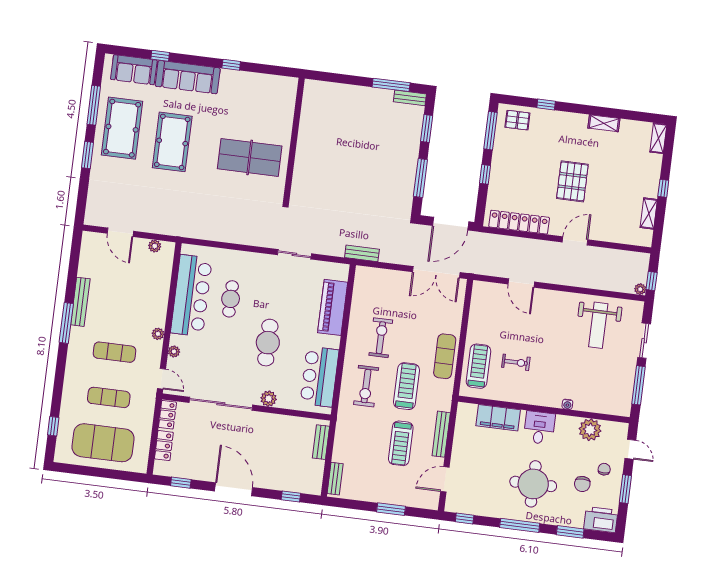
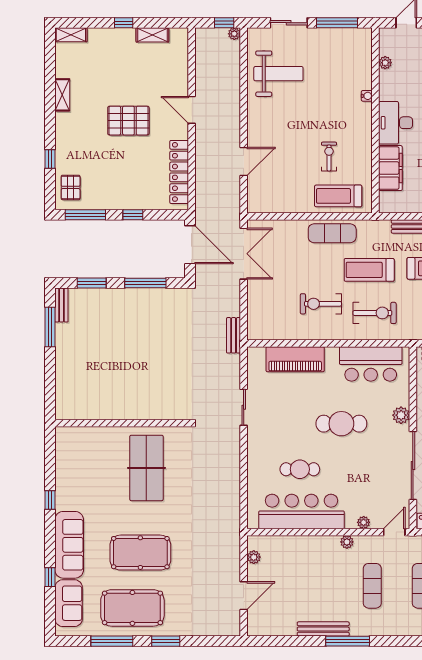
desk: (539, 428) -> (396, 123), width x1.37
plant: (590, 430) -> (385, 63), width x0.53, depth x0.53

